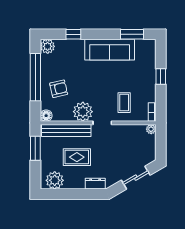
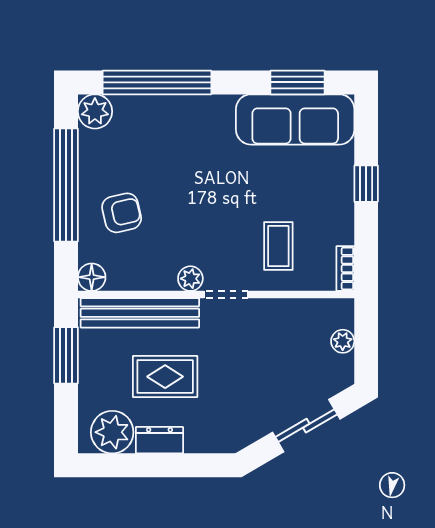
window: (73, 34) -> (157, 82), width x3.17
sofa: (110, 50) -> (295, 119), moved
plant: (83, 112) -> (190, 279), width x0.53, depth x0.53
plant: (151, 129) -> (343, 341), moved
dresser: (95, 184) -> (159, 440), moved

